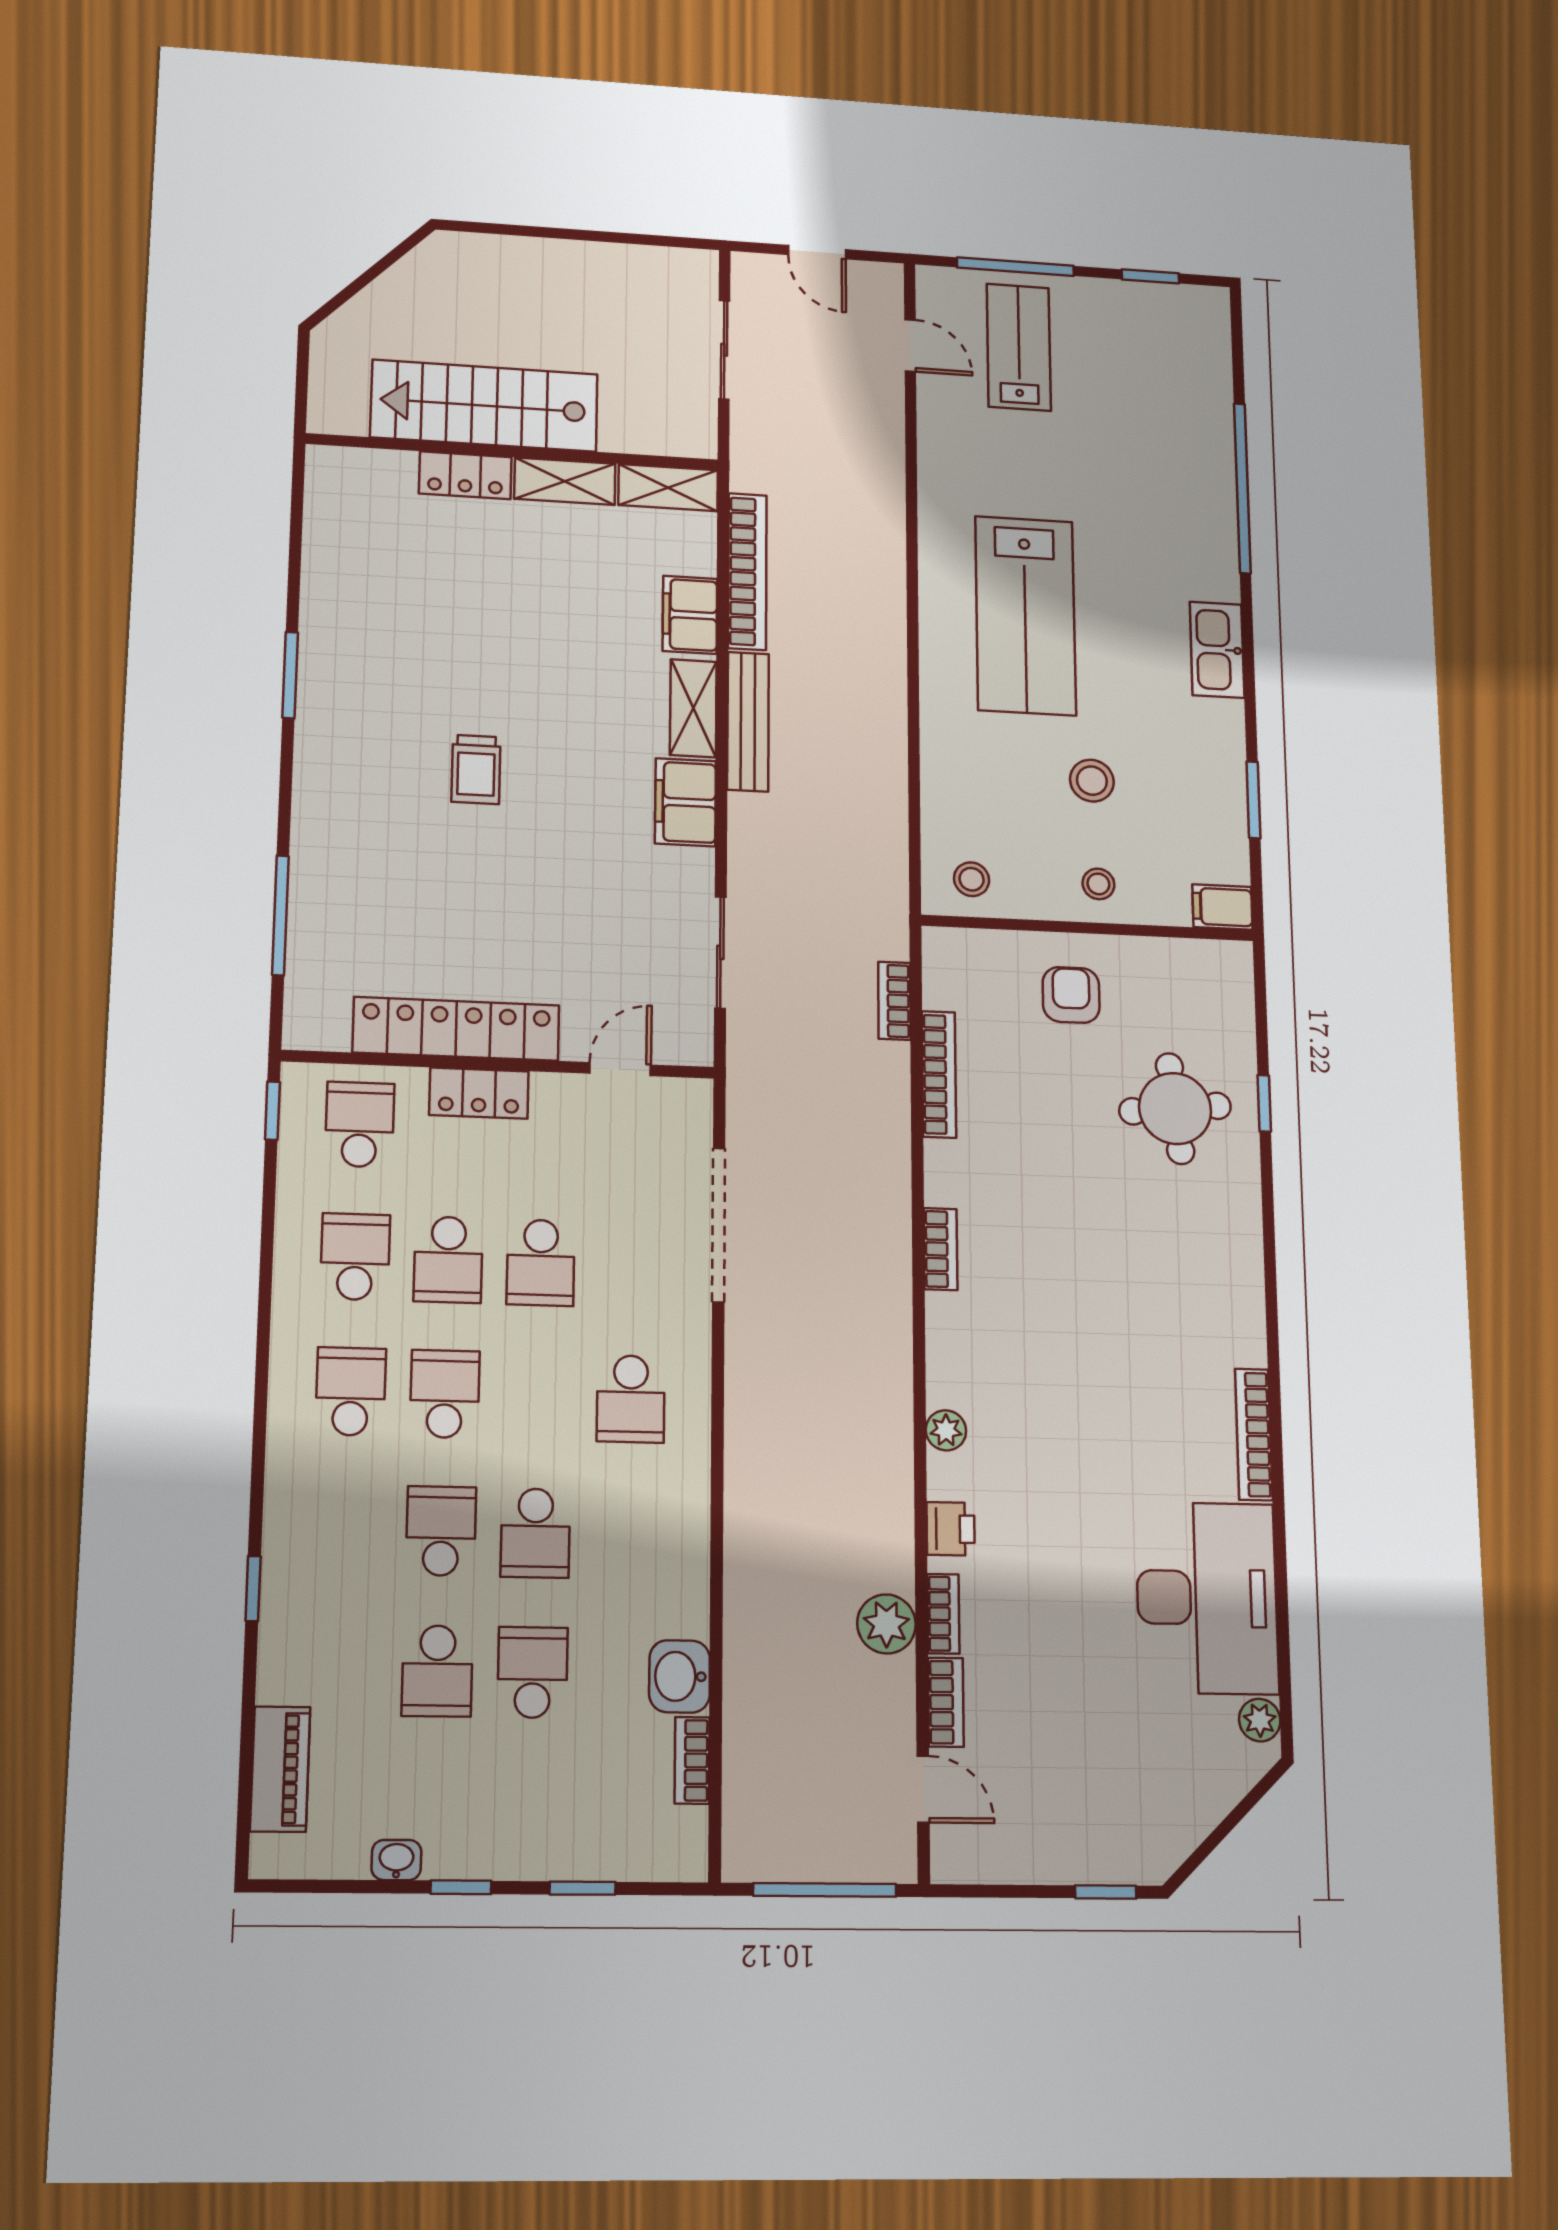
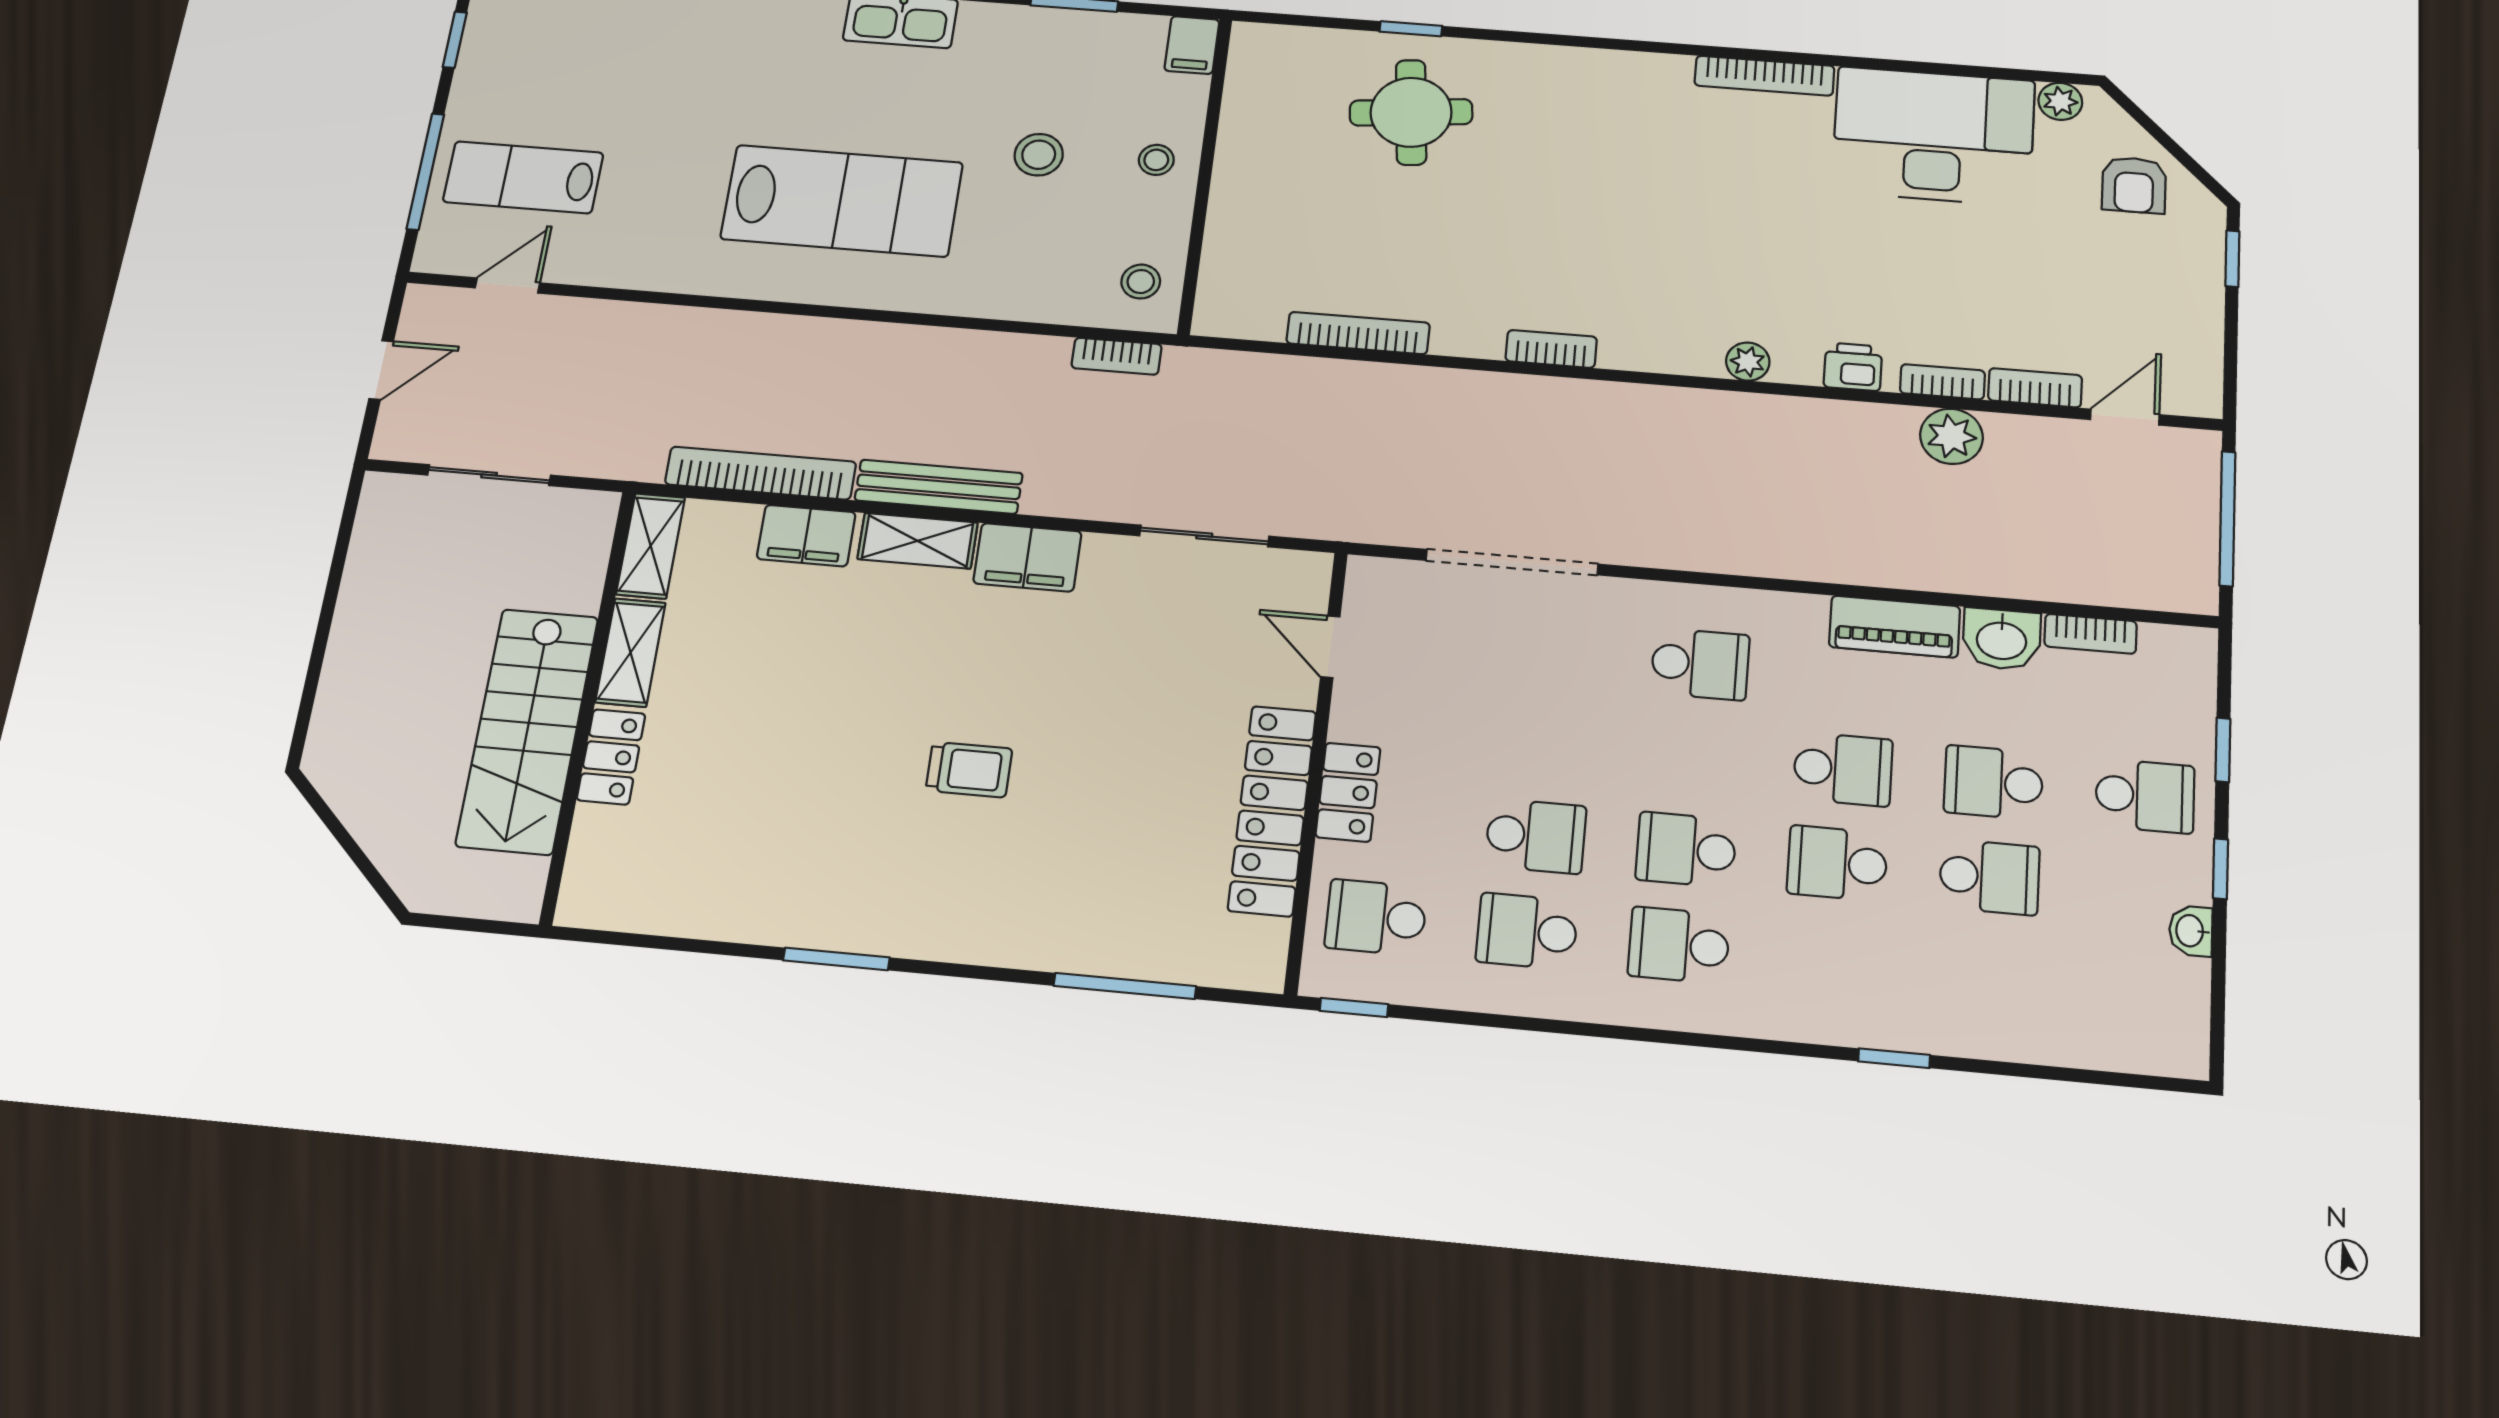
armchair: (1071, 995) -> (2134, 185), moved, turned -90
bookcase: (894, 1001) -> (1117, 356), moved
school desk: (541, 1263) -> (2145, 796), moved
piano: (280, 1769) -> (1895, 627), moved, turned 180

